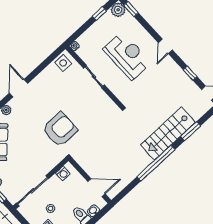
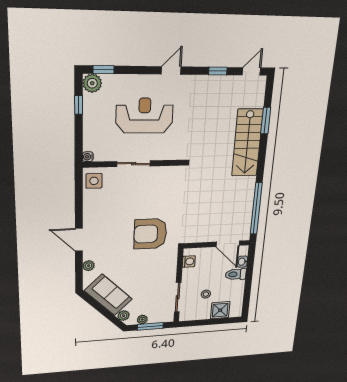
door: (165, 46) -> (171, 70), swing flipped
armchair: (60, 129) -> (150, 234), turned -90
window: (156, 163) -> (256, 209), moved
door: (96, 188) -> (228, 244), swing flipped
sliding door: (33, 191) -> (178, 297), width x0.73

